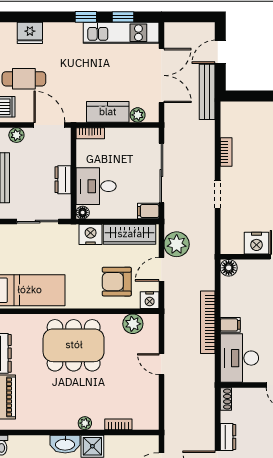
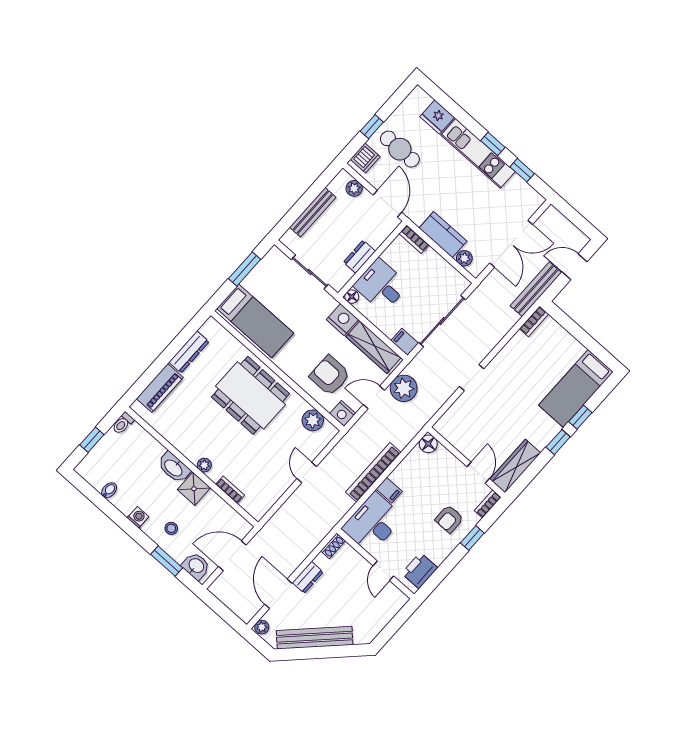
kitchen unit: (121, 33) -> (478, 153), moved
bookcase: (226, 152) -> (534, 321), moved
nightstand: (257, 243) -> (468, 444), removed

